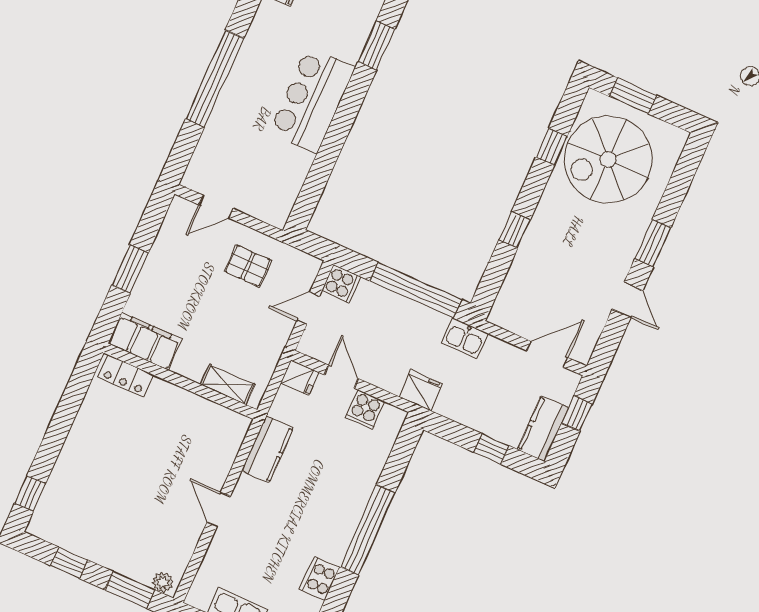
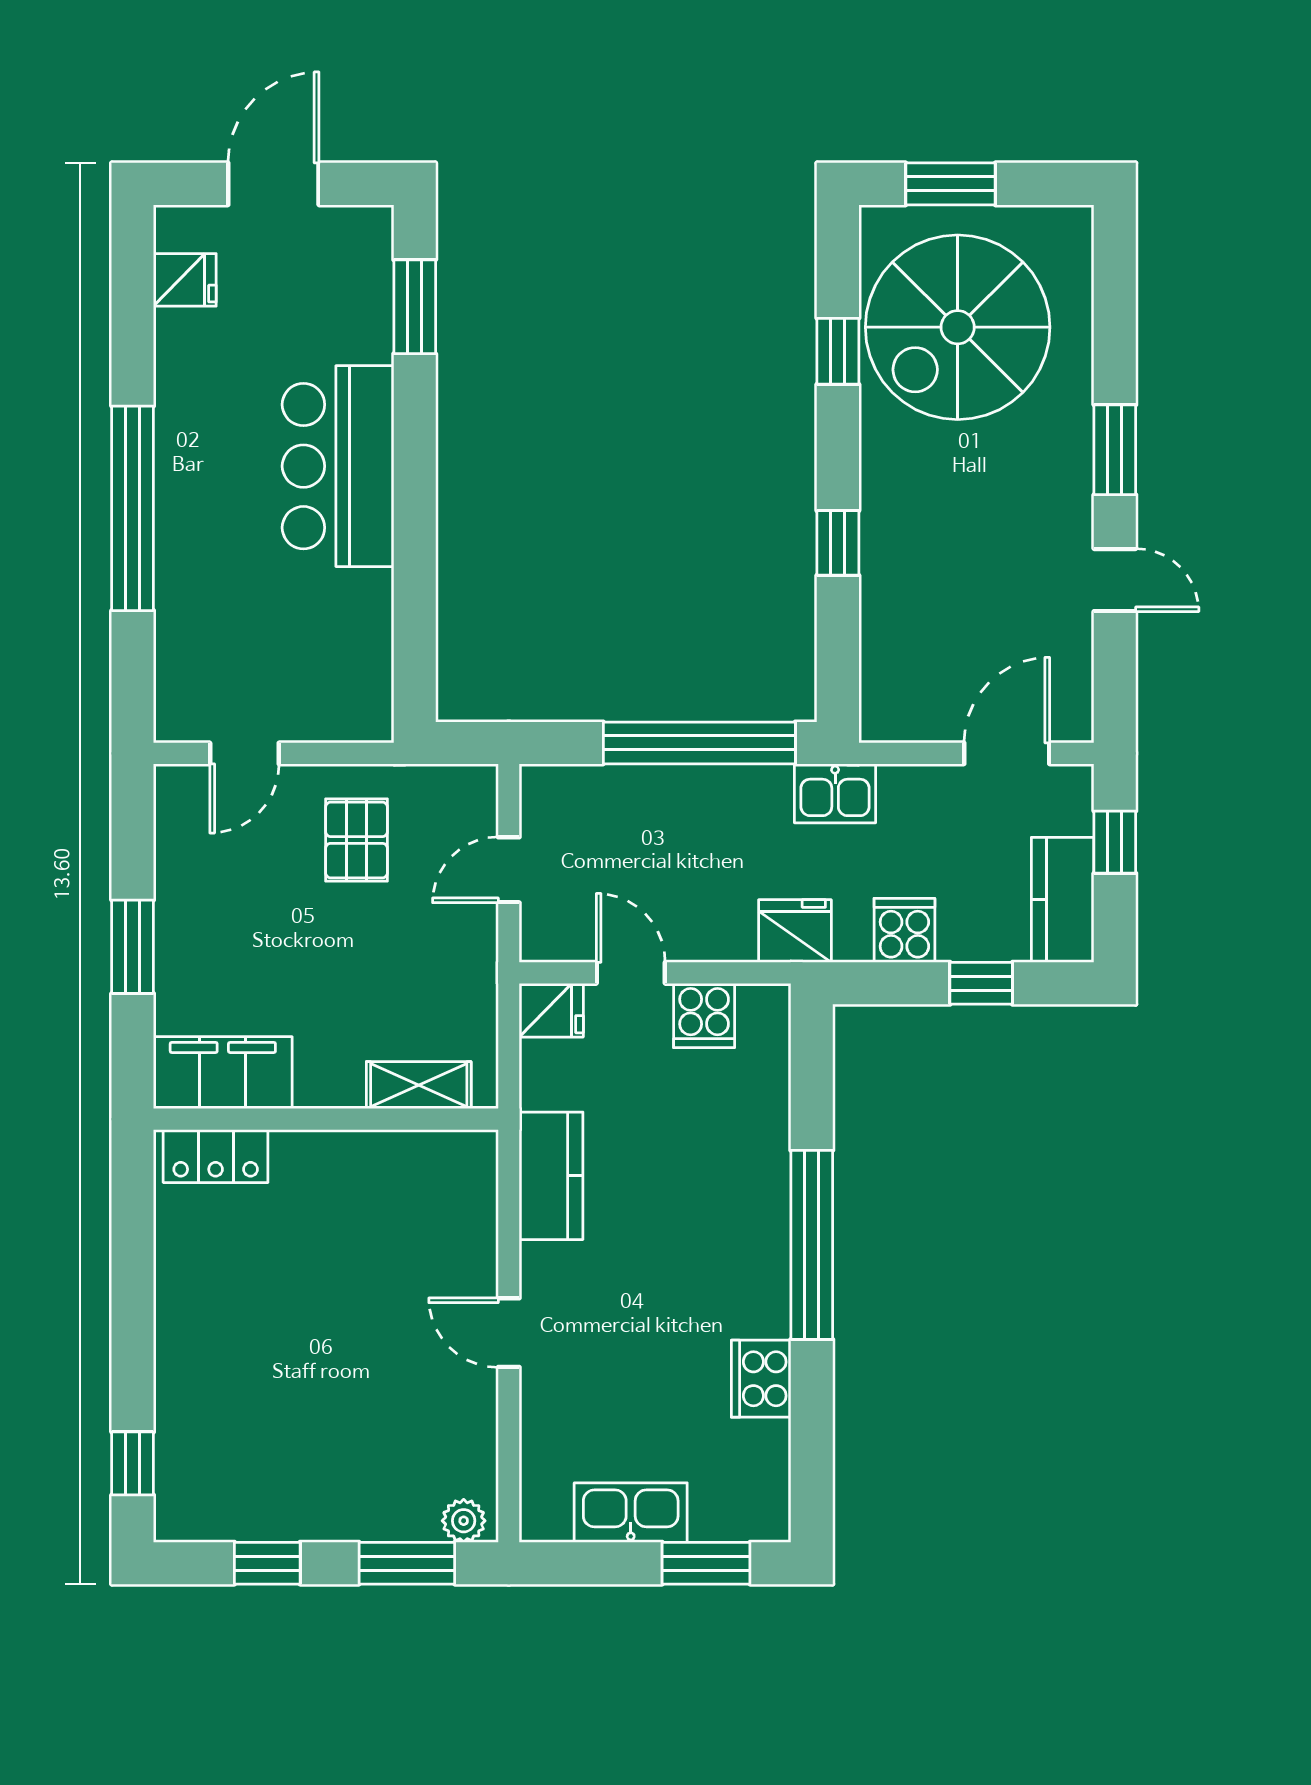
pallet: (248, 266) -> (357, 840), turned 90
cooker: (341, 284) -> (904, 930), moved, turned -90

